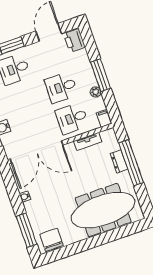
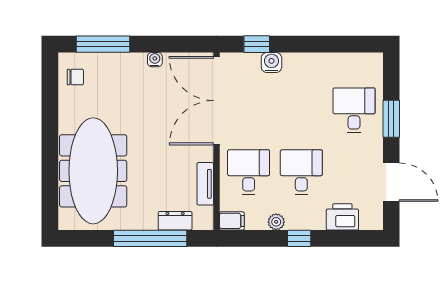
printer: (74, 40) -> (342, 217), moved
window: (101, 75) -> (299, 238), width x0.46
dresser: (119, 161) -> (175, 221), moved
chair: (52, 240) -> (75, 77), width x0.54, depth x0.54

